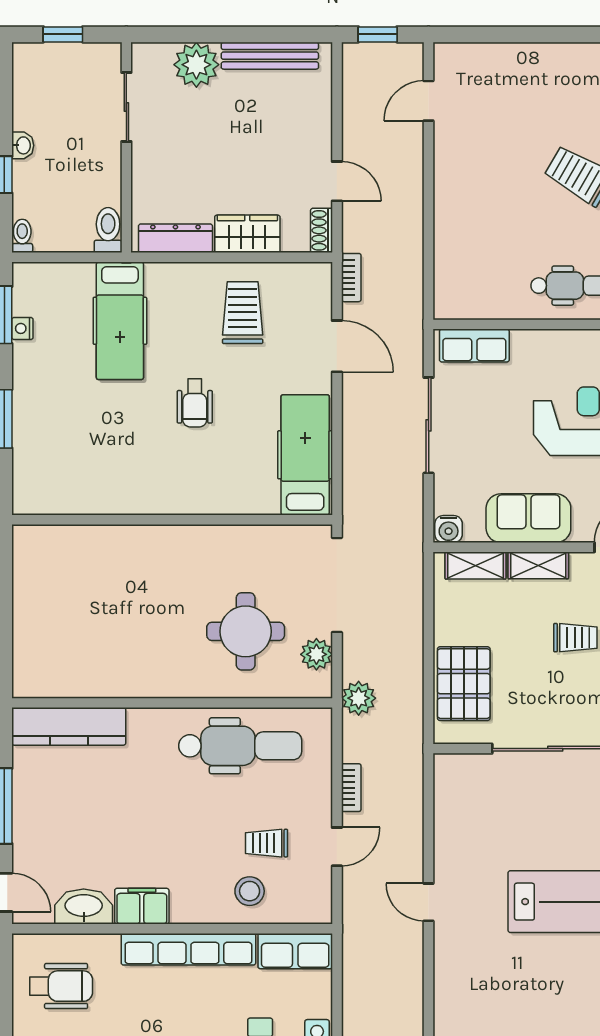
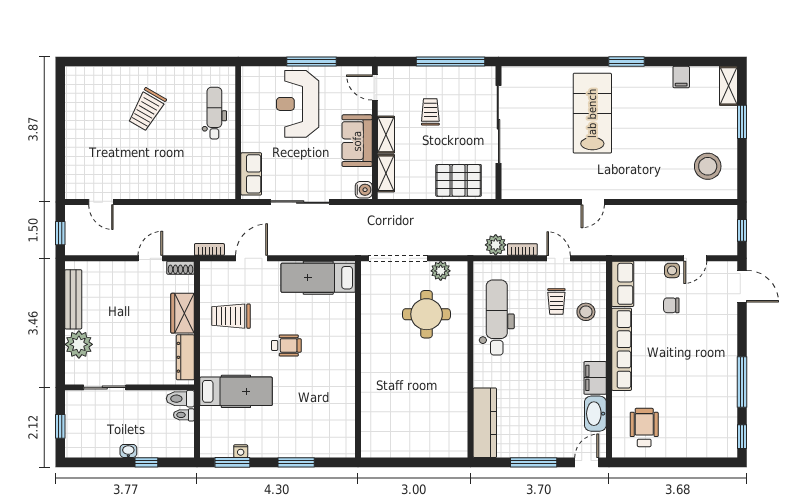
toilet: (22, 236) -> (184, 415), moved
plant: (359, 698) -> (496, 245), moved

